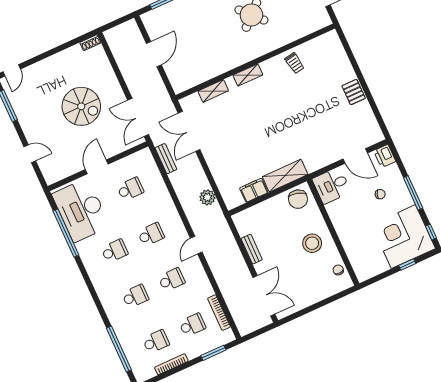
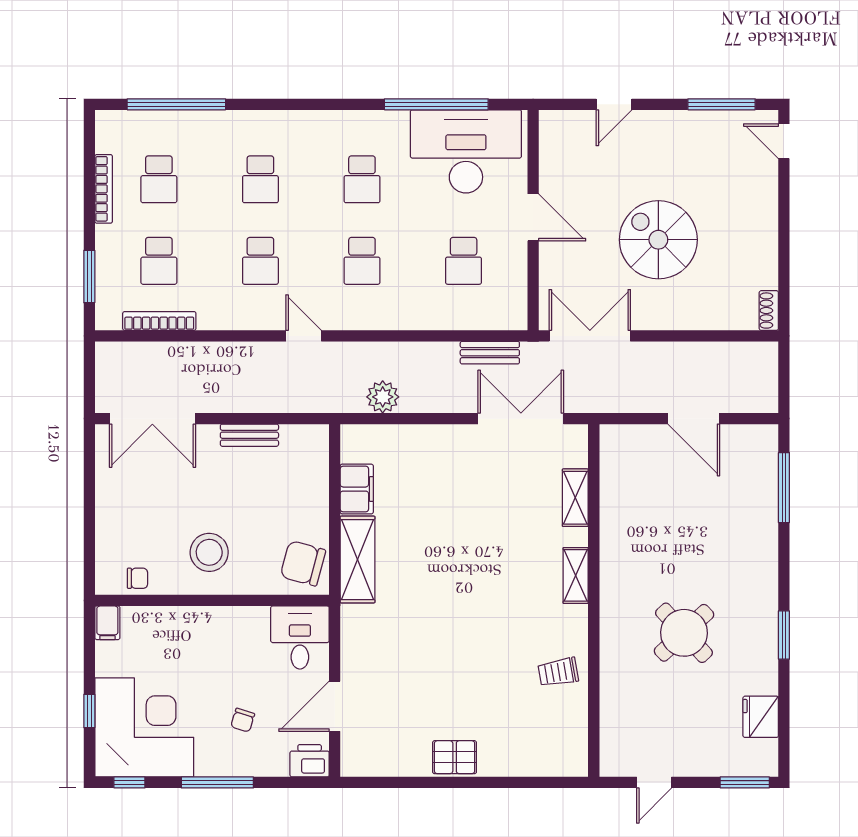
spiral stairs: (81, 106) -> (658, 240), turned 90
filing cabinet: (364, 274) -> (107, 623), added

